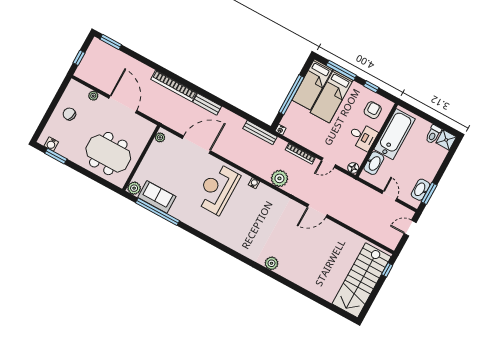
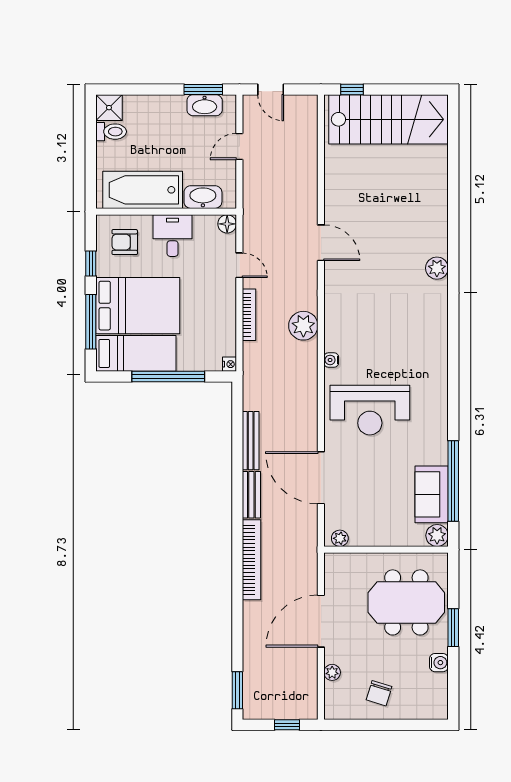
bed: (332, 96) -> (138, 306), width x1.50
bench: (260, 133) -> (251, 441), moved
water cooler: (51, 144) -> (439, 663), moved
meeting table: (108, 154) -> (406, 602), turned 90
window: (56, 156) -> (453, 628), moved

